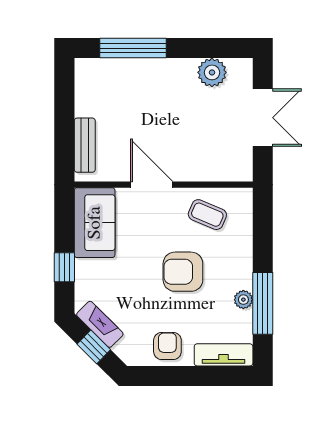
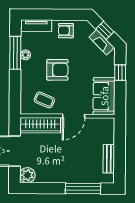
plant: (212, 72) -> (27, 175), moved
bench: (85, 145) -> (109, 159), moved
wardrobe: (215, 167) -> (40, 125), added
door: (152, 185) -> (74, 116), hinge flipped
armchair: (167, 346) -> (66, 31), turned 90

